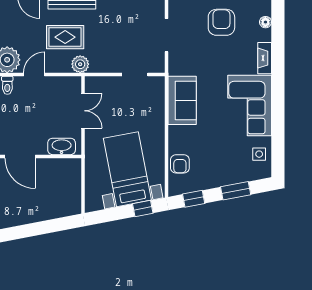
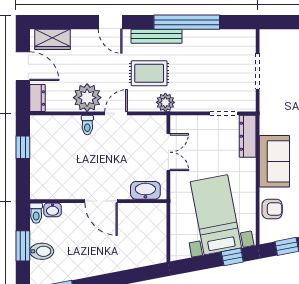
dresser: (157, 96) -> (248, 136), added
sofa: (182, 100) -> (274, 161), moved
armchair: (180, 164) -> (272, 209), turned -90

